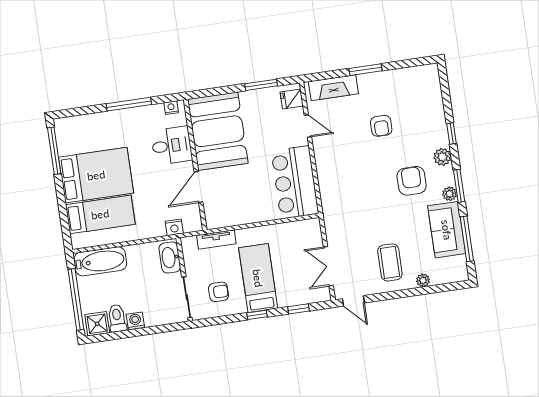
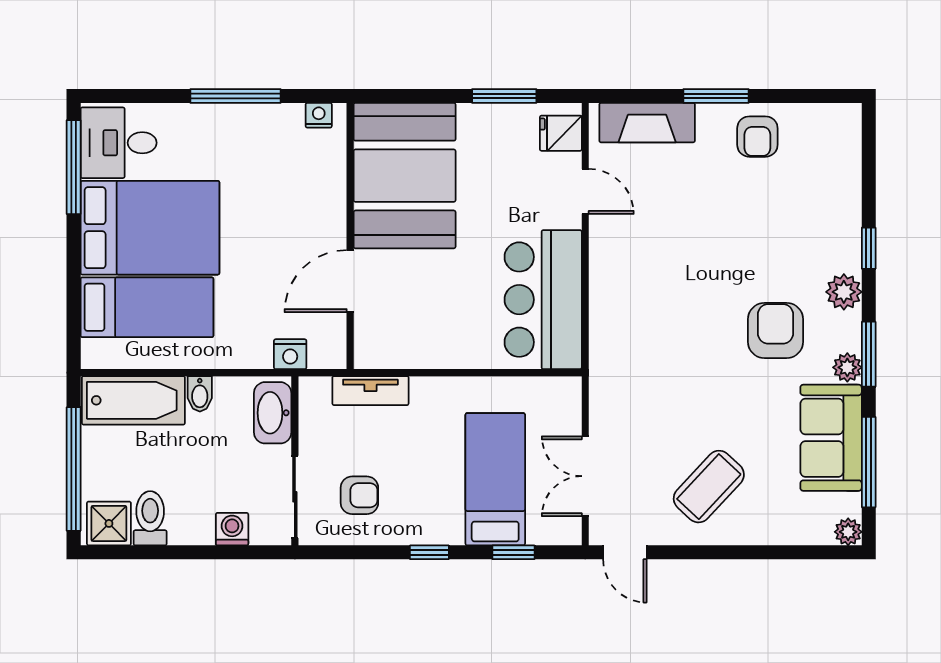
armchair: (381, 126) -> (757, 137), moved
desk: (172, 145) -> (119, 143), moved, turned 180
bidet: (133, 253) -> (200, 394), added
coffee table: (390, 262) -> (709, 487), turned 43
bed: (258, 278) -> (495, 479), moved
plant: (423, 280) -> (848, 532), moved
washing machine: (135, 321) -> (232, 529), moved

